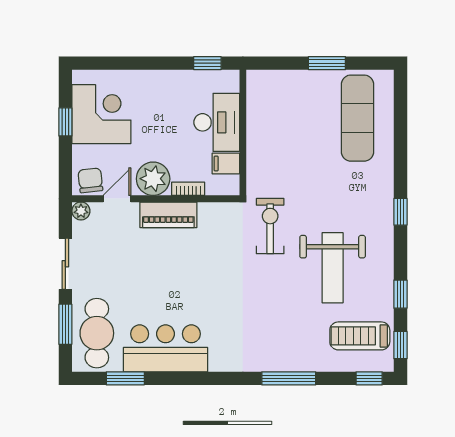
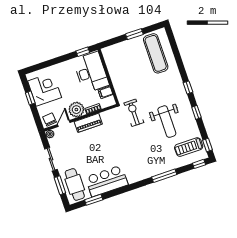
desk: (217, 122) -> (91, 72), width x1.36, depth x1.30
window: (400, 294) -> (196, 112), moved

